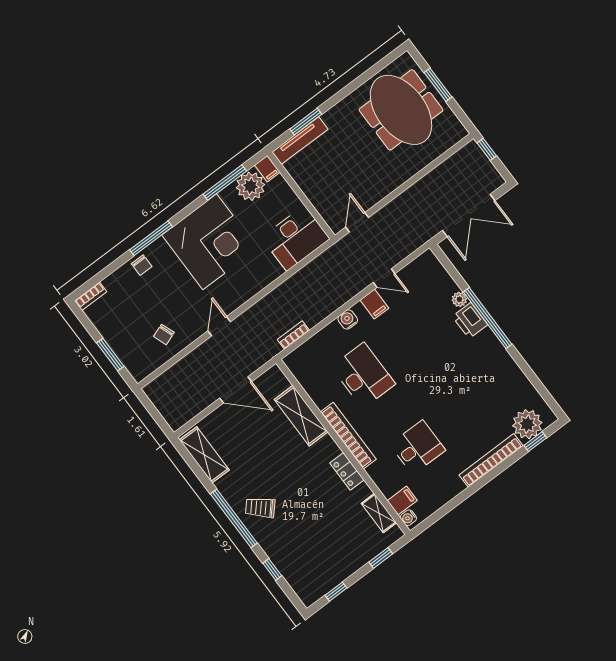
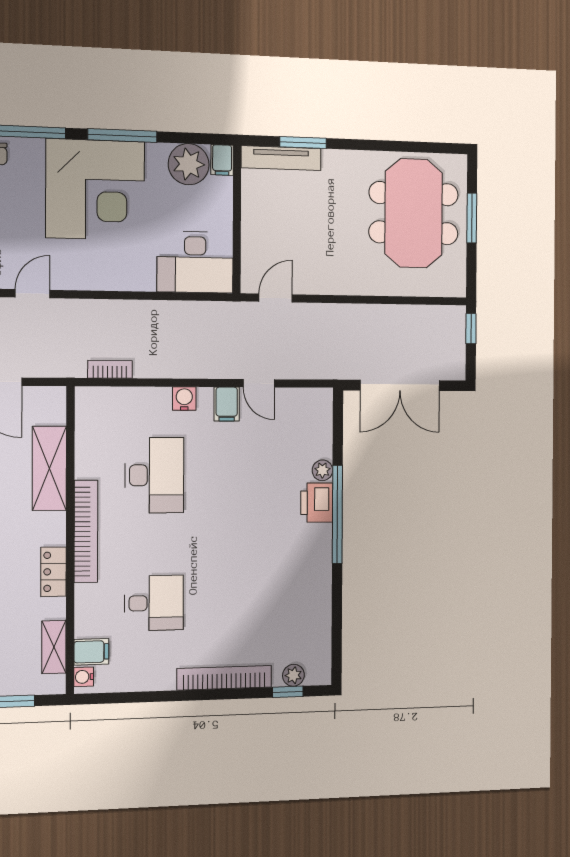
window: (225, 183) -> (122, 135), moved
plant: (527, 424) -> (293, 675), width x0.53, depth x0.53

